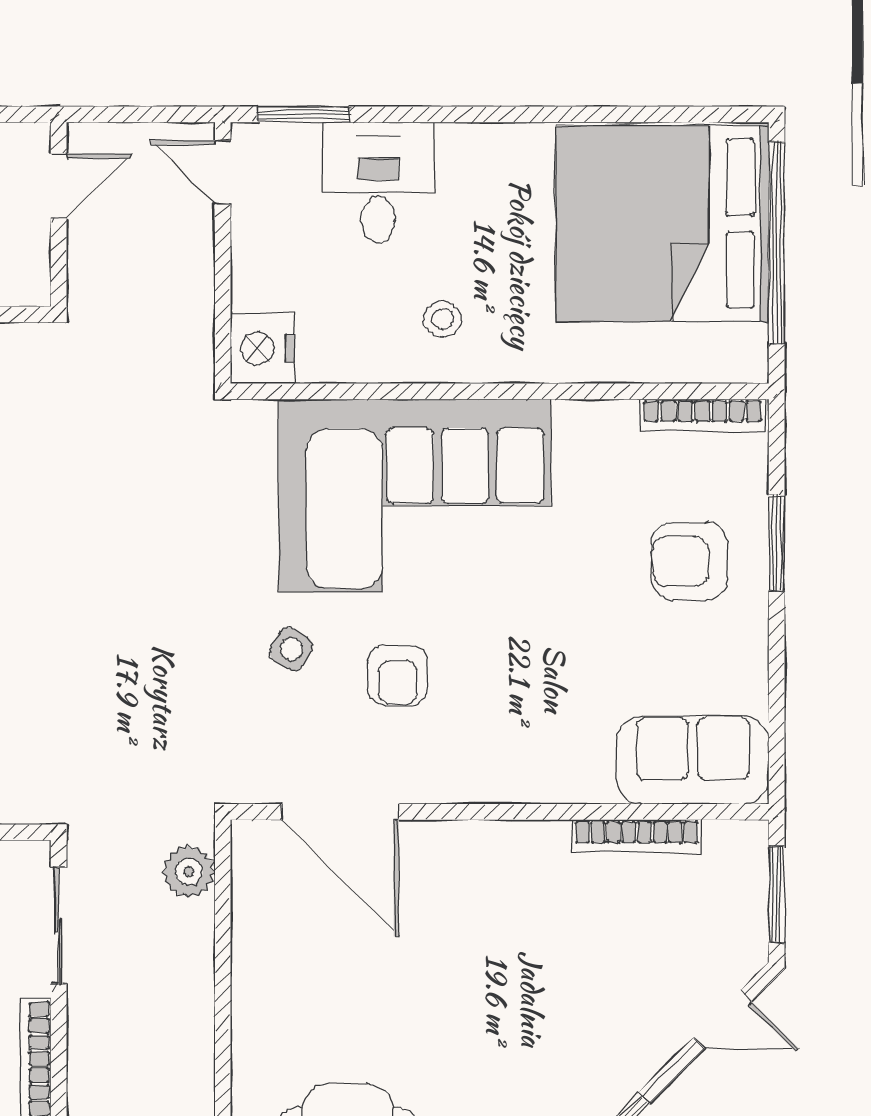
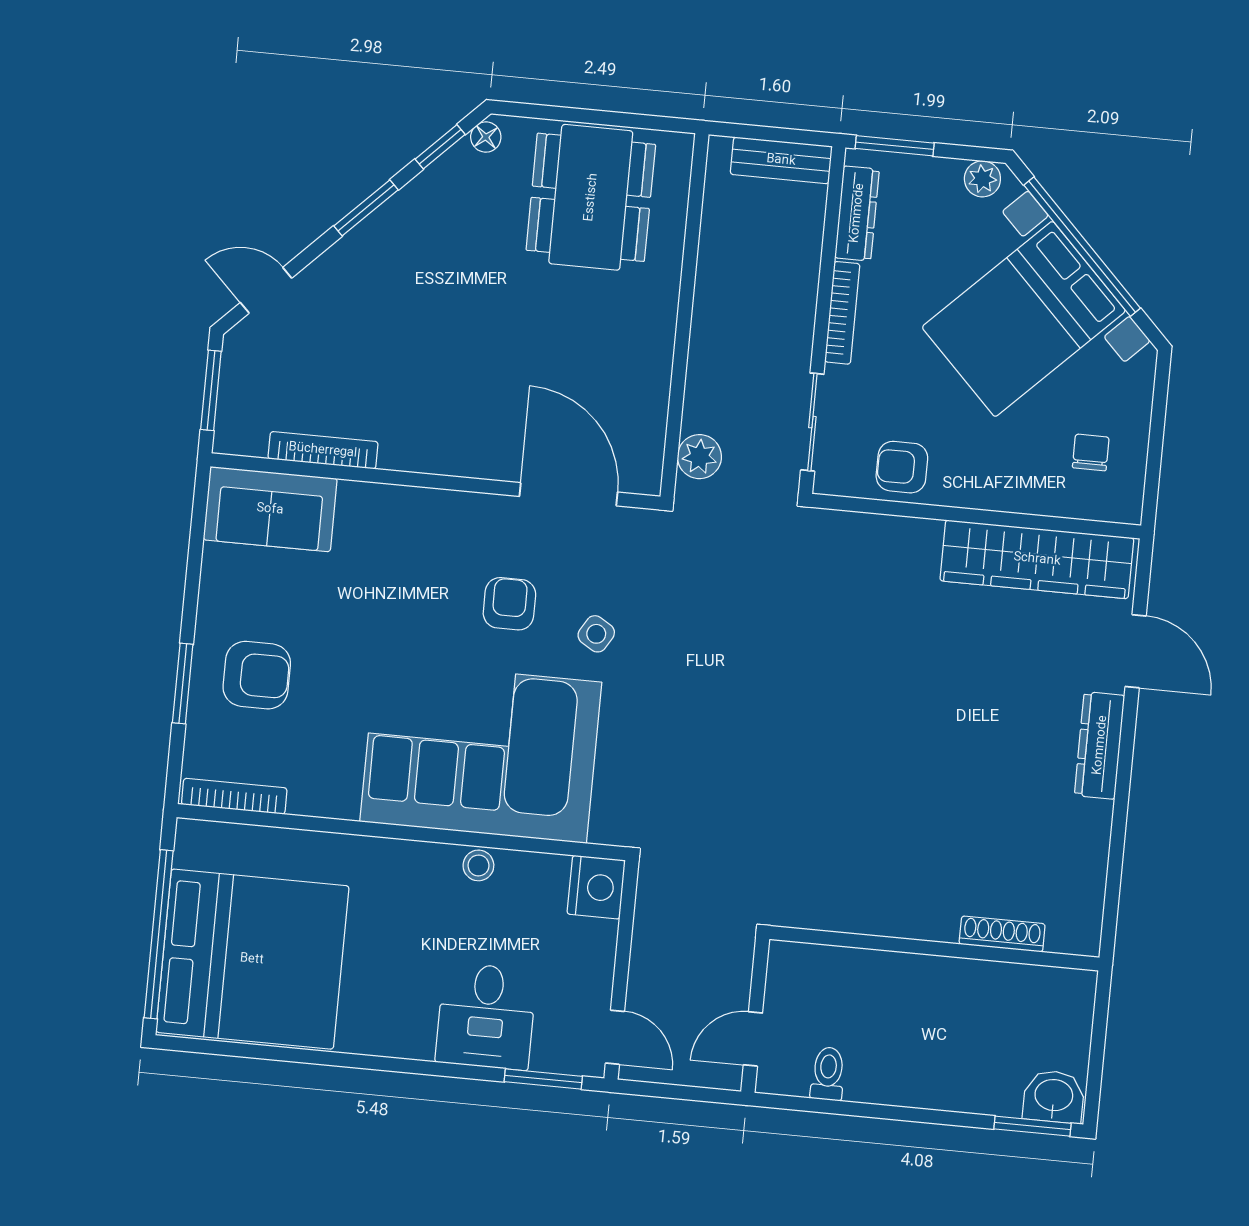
stool: (443, 319) -> (478, 865), moved

